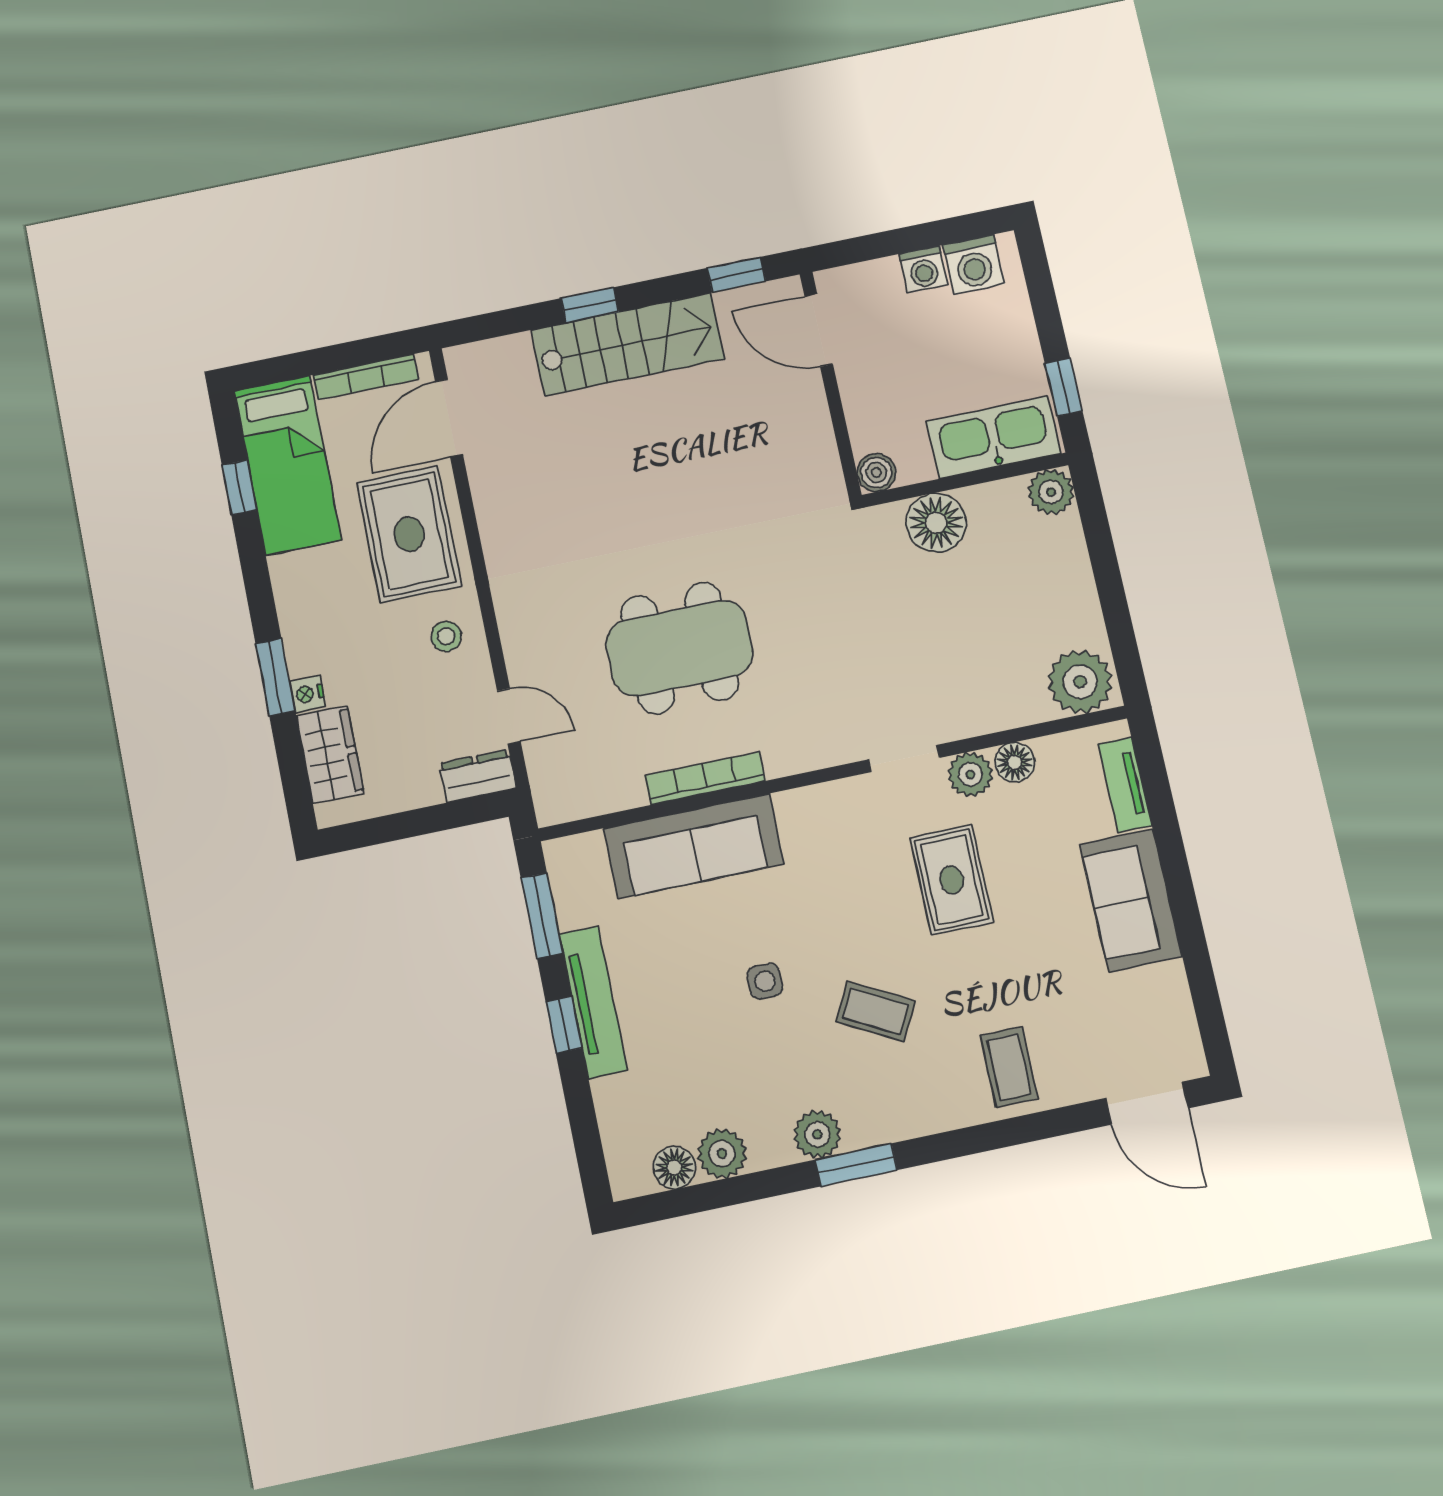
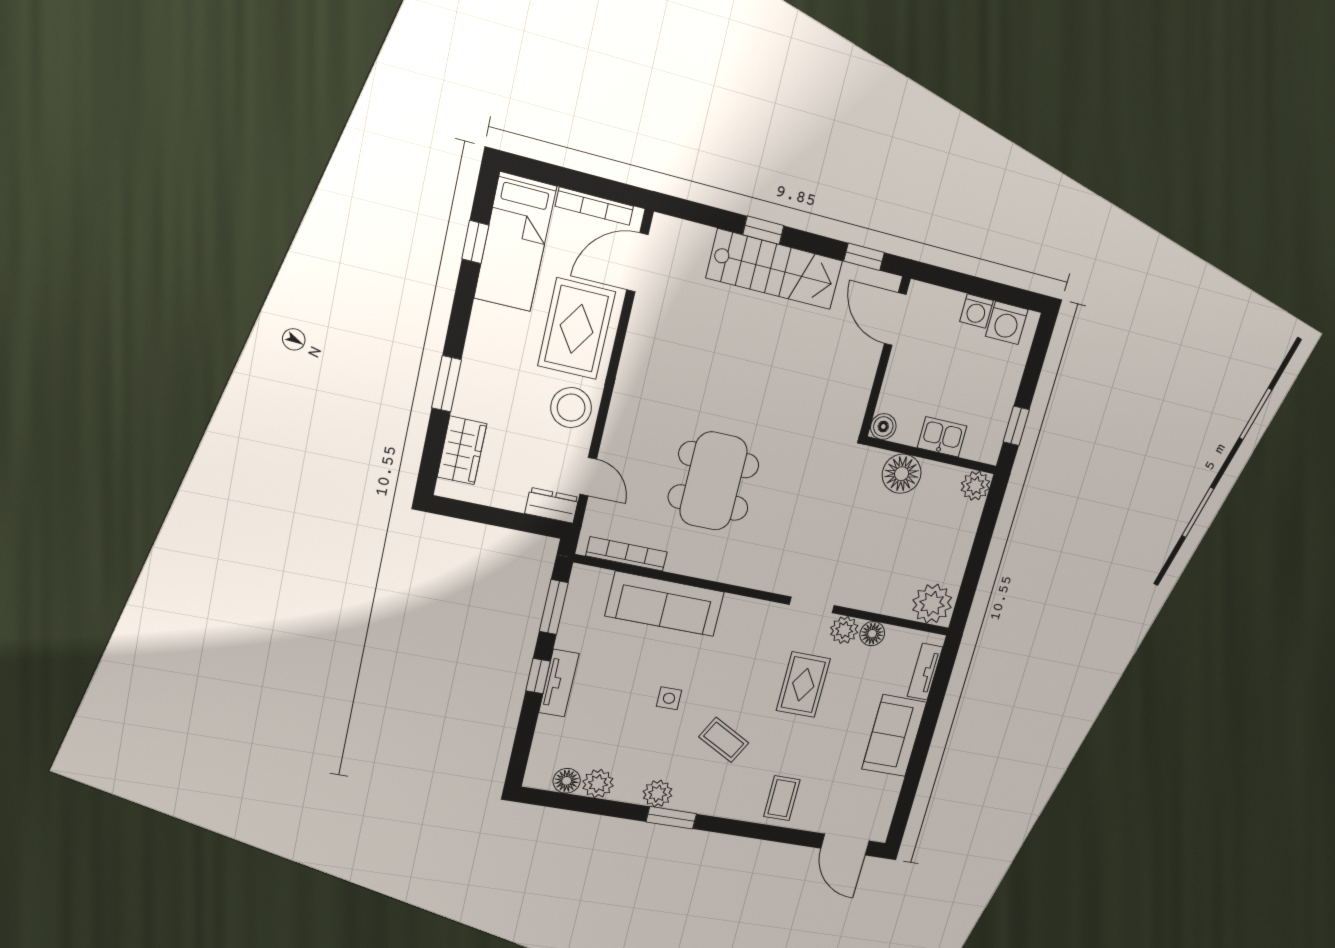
kitchen sink: (994, 437) -> (942, 437), width x0.53, depth x0.81
stool: (446, 636) -> (571, 408), width x1.89, depth x1.89
dining table: (680, 648) -> (713, 481), turned 90
nightstand: (308, 694) -> (464, 404), removed
bookcase: (705, 778) -> (627, 554), moved
tv unit: (593, 1002) -> (559, 683), width x0.71

